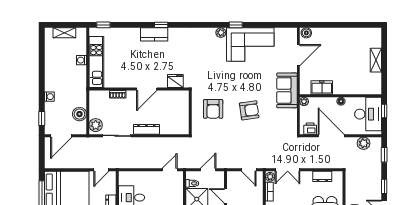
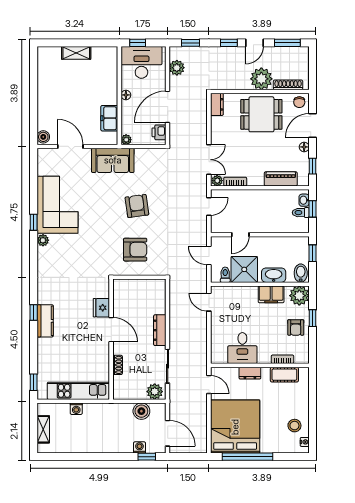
fridge: (175, 81) -> (101, 308), moved
washing machine: (49, 97) -> (139, 447), moved
dresser: (322, 176) -> (217, 104), moved

